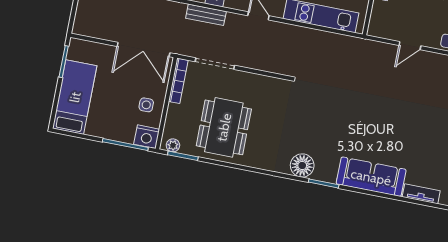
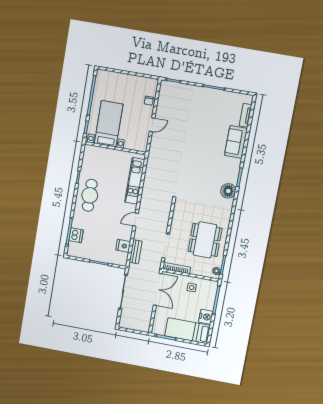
door: (410, 46) -> (152, 125), hinge flipped
dining table: (224, 127) -> (205, 240), turned 90
nightstand: (147, 137) -> (206, 317), moved
sofa: (371, 177) -> (236, 142), width x0.73

